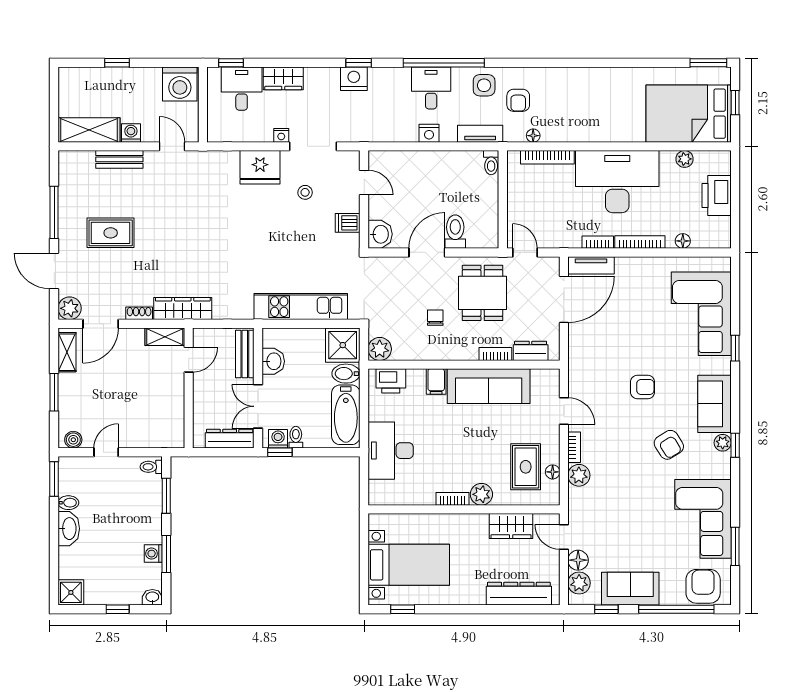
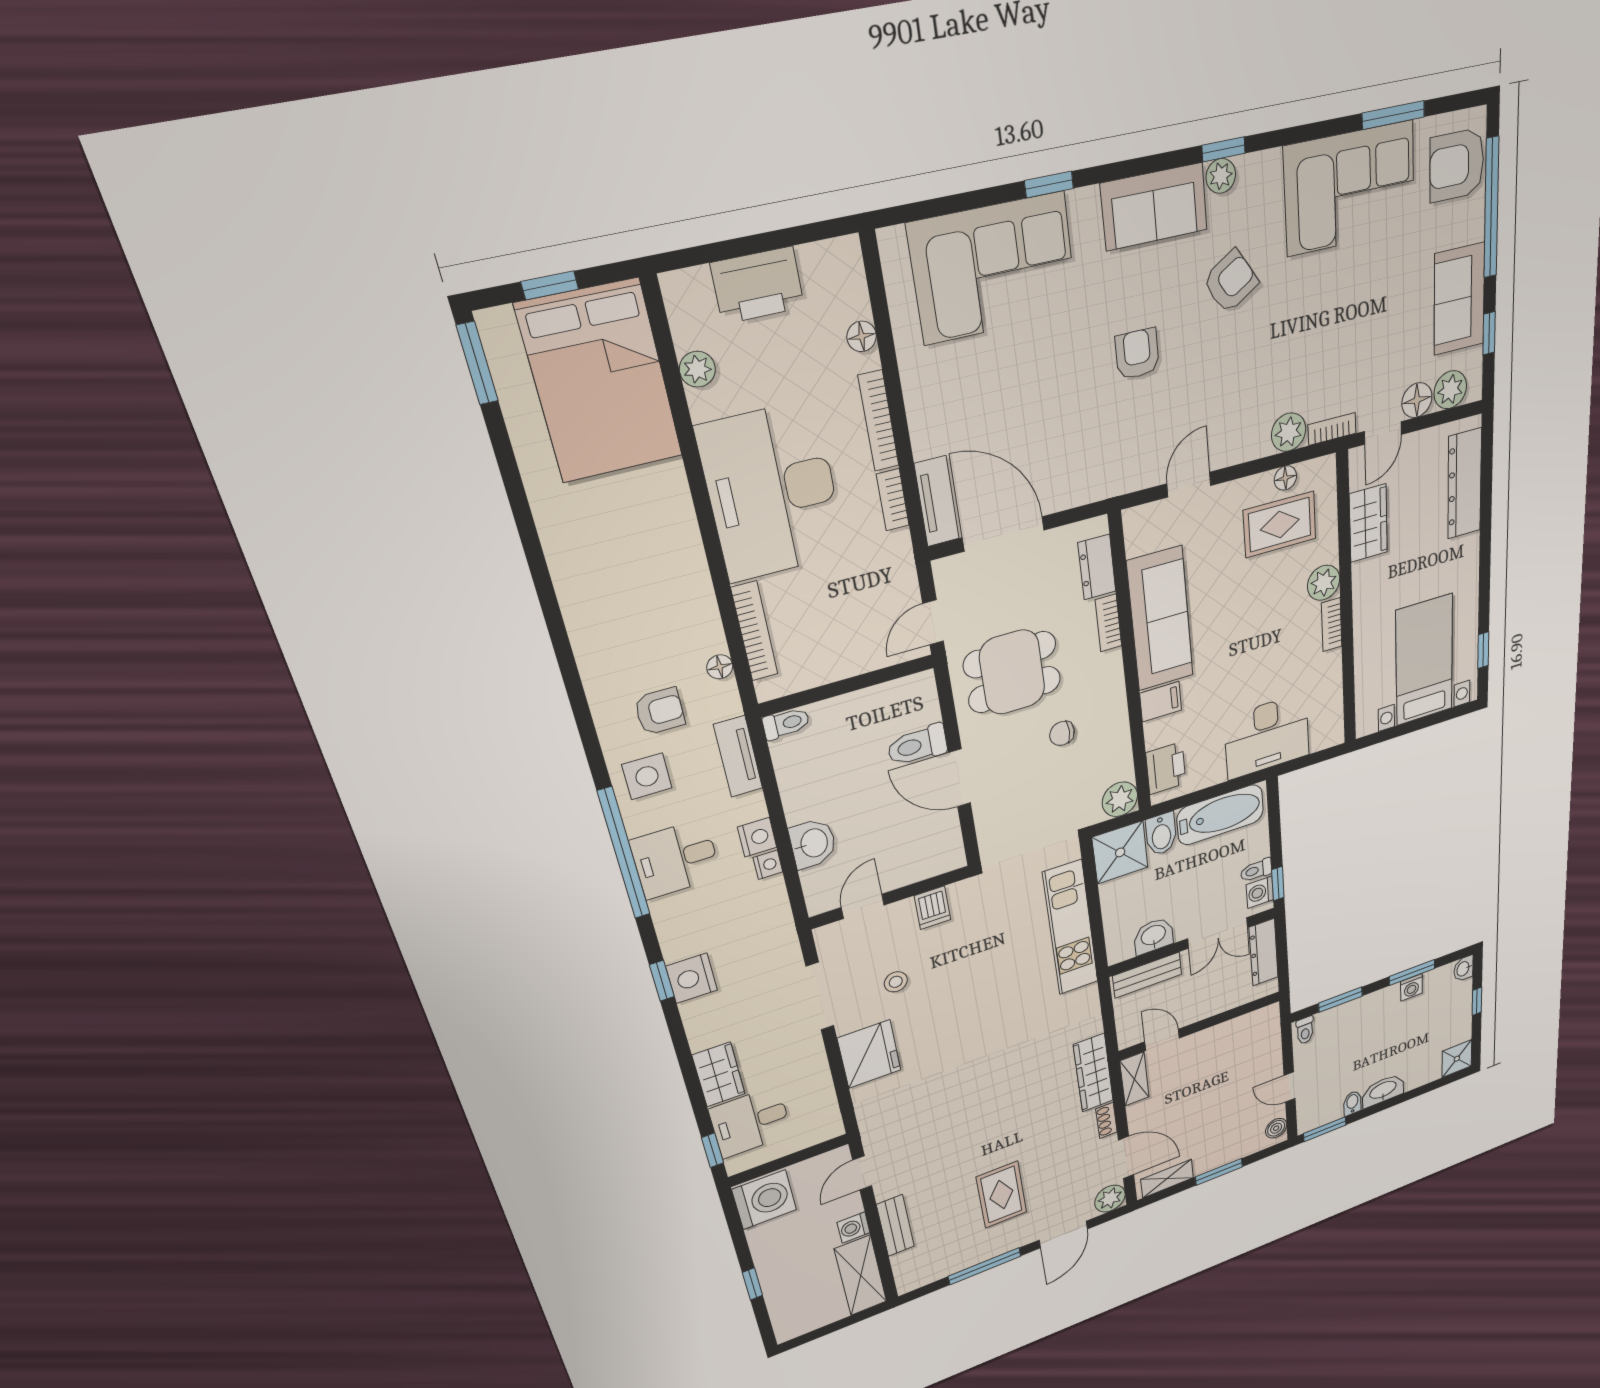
nightstand: (281, 135) -> (768, 865), moved
washbasin: (380, 234) -> (813, 843), moved, turned 90
bookcase: (574, 447) -> (1332, 429), moved

